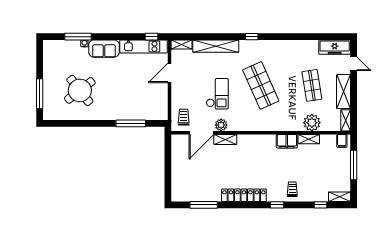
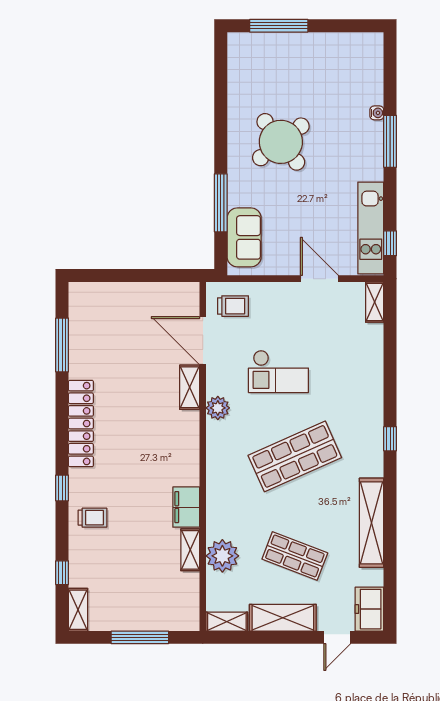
window: (78, 37) -> (390, 141), moved
shelving: (216, 46) -> (372, 523), moved
freezer: (335, 47) -> (369, 609), width x0.71
sofa: (104, 49) -> (244, 237), moved, turned 180
shop shelf: (312, 85) -> (295, 556), turned 30
round table: (80, 90) -> (281, 142), moved
plant: (221, 125) -> (218, 408), moved
filing cabinet: (342, 141) -> (187, 614), removed

